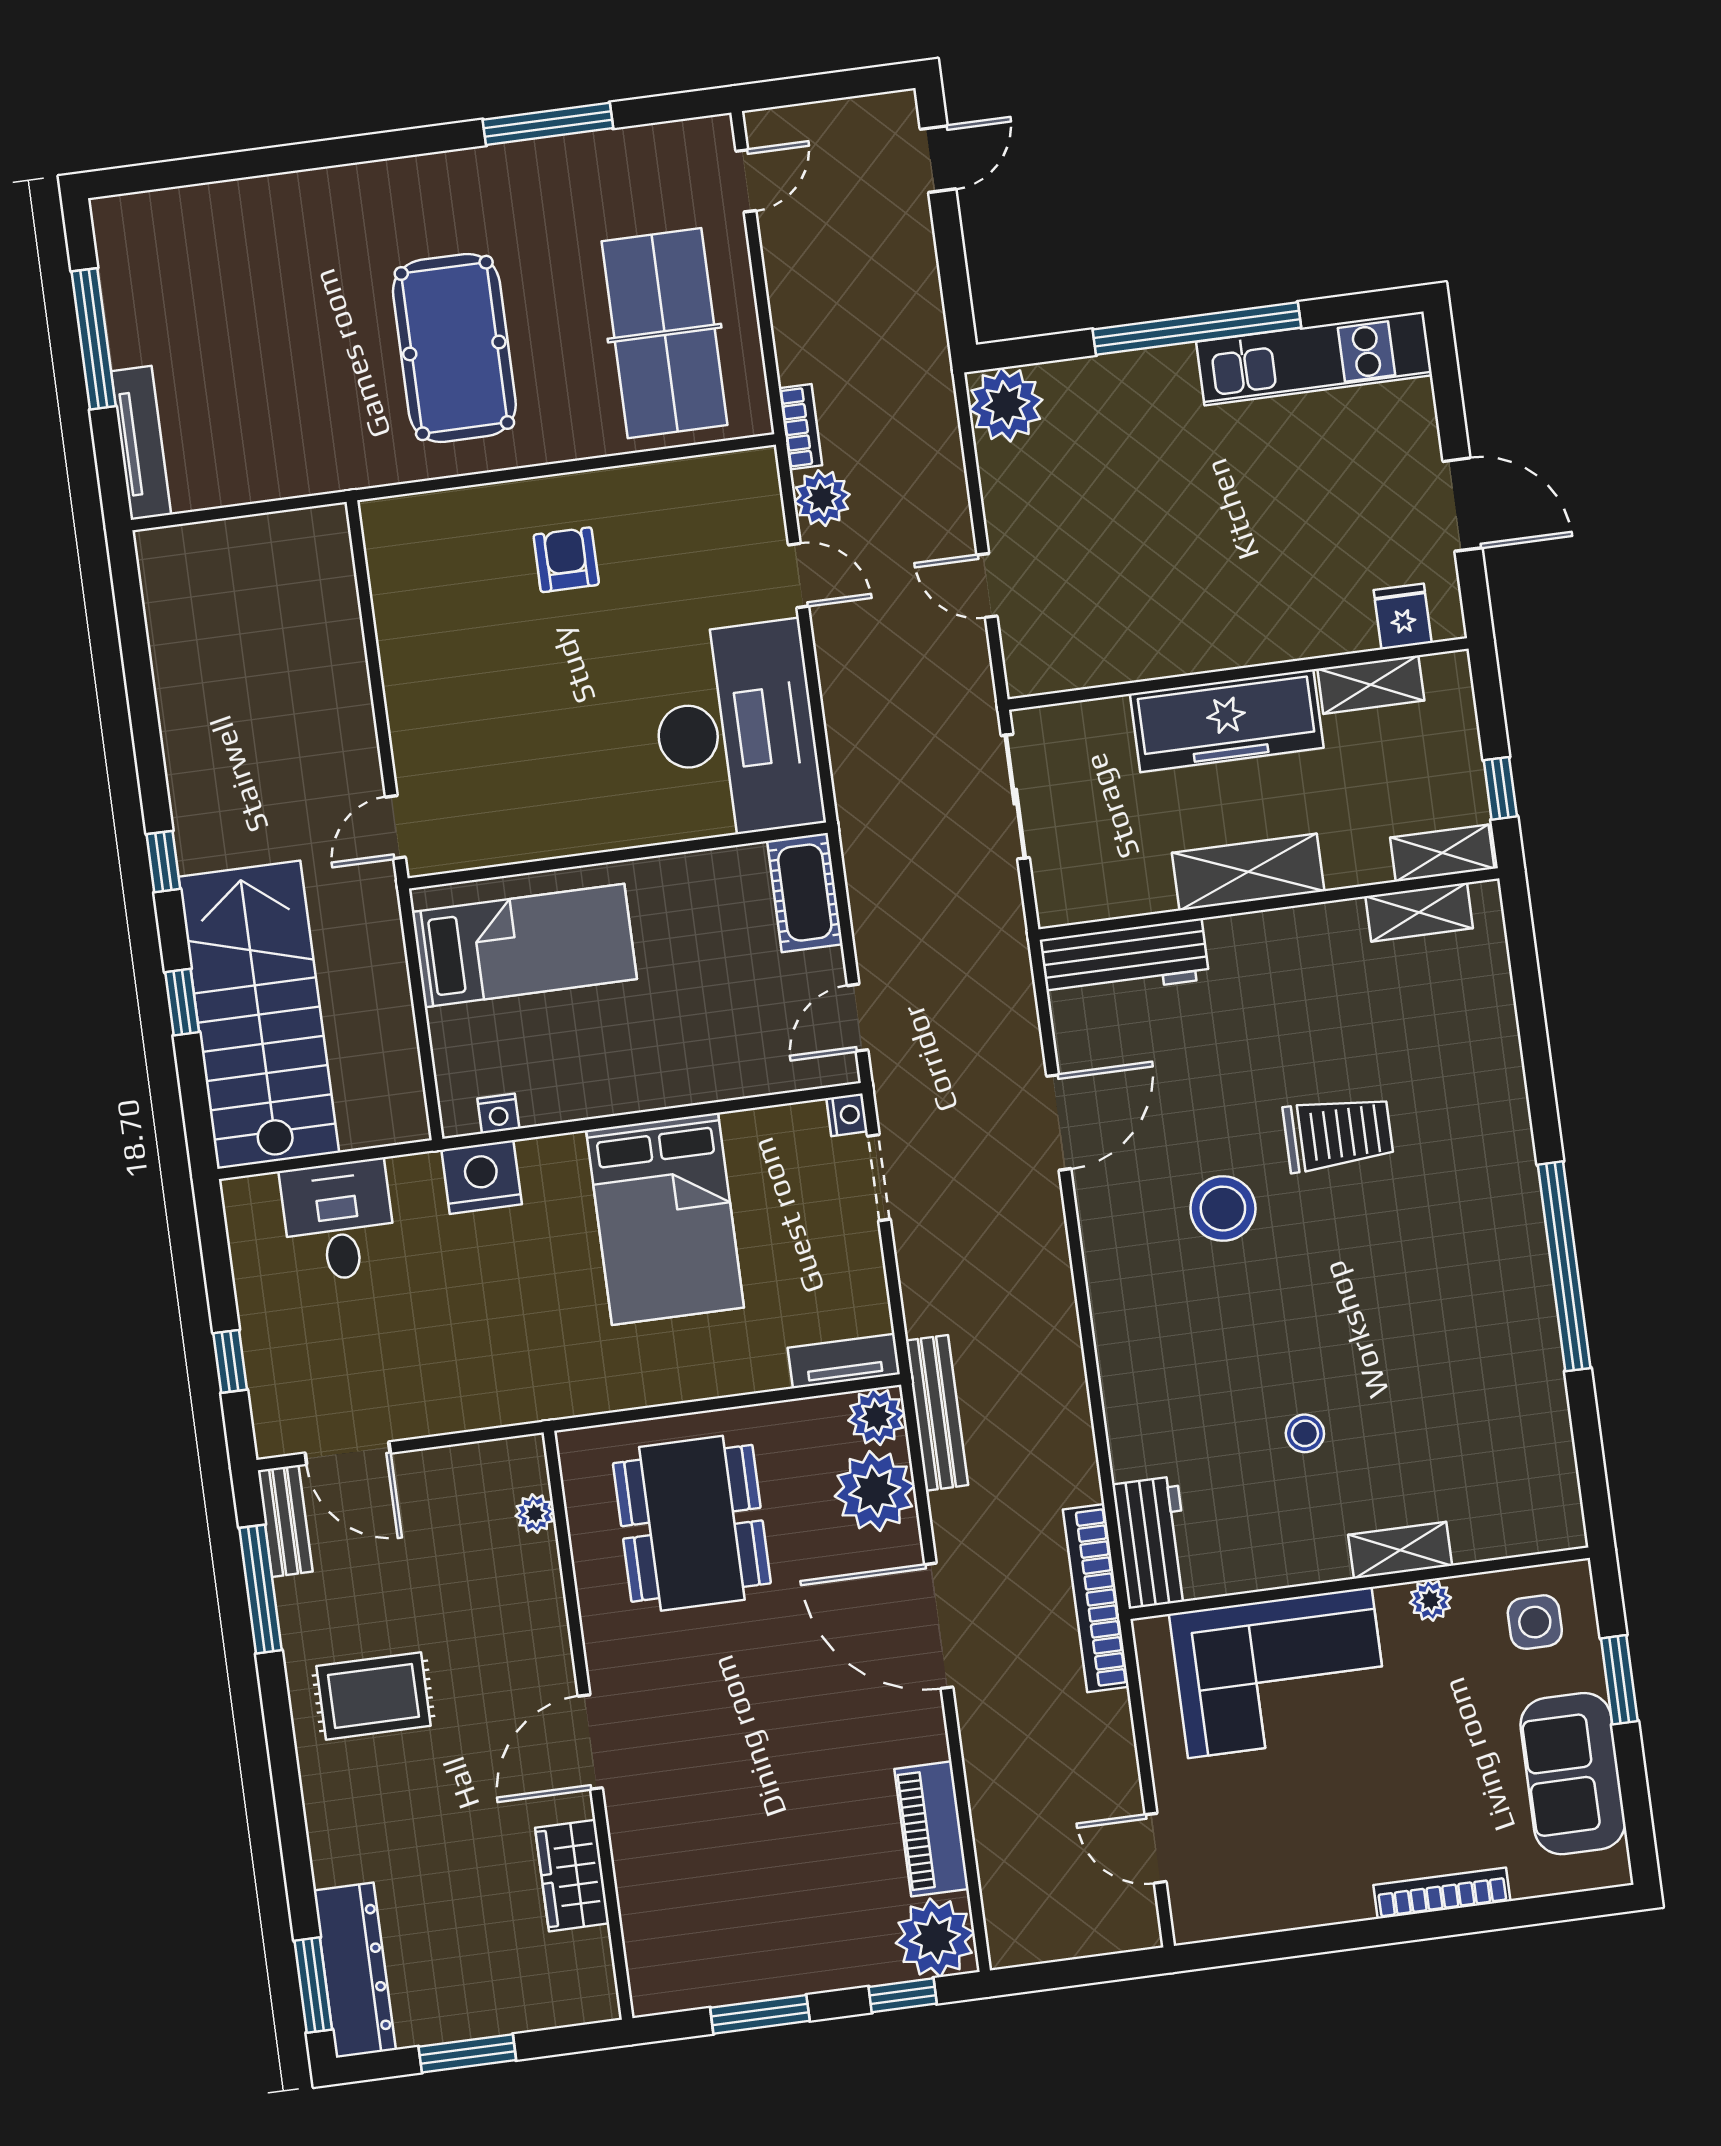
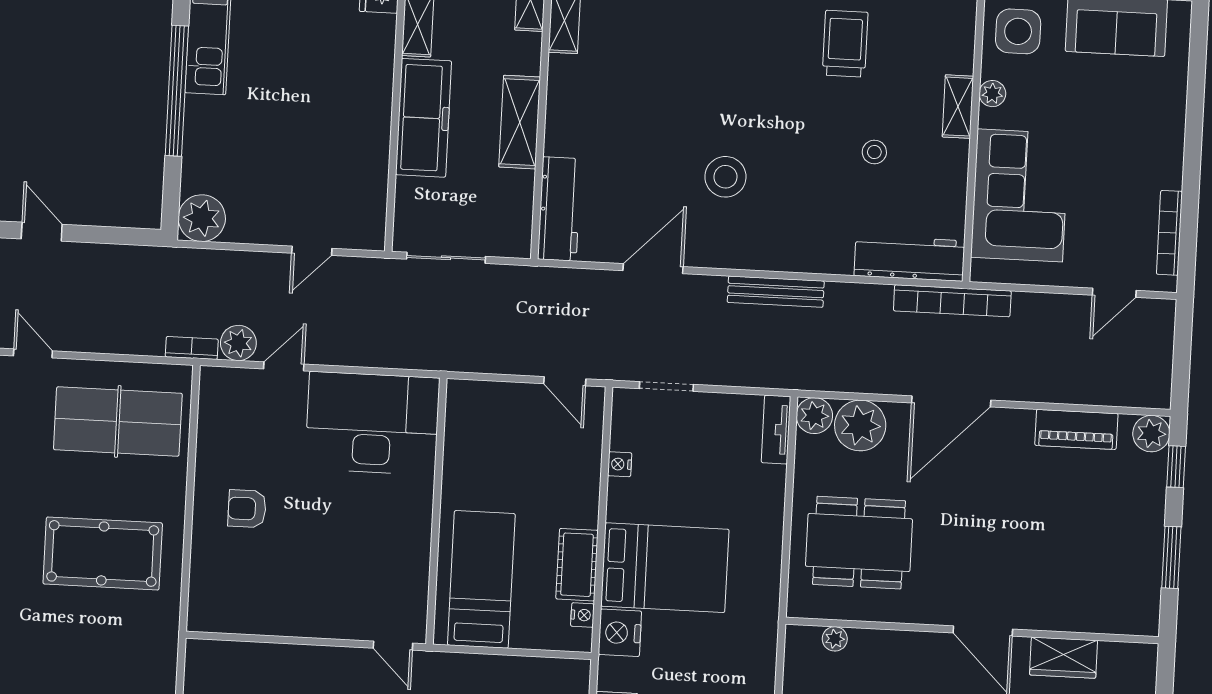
cot: (805, 893) -> (577, 565), moved, turned 90
nightstand: (847, 1115) -> (620, 464), moved, turned -90
door: (1059, 1122) -> (653, 269), hinge flipped
trolley: (1338, 1133) -> (845, 44), moved
bed: (665, 1219) -> (665, 568), moved
bench: (937, 1413) -> (776, 292), moved
workbench: (1153, 1542) -> (909, 258), width x1.38
side table: (1535, 1622) -> (1018, 31), width x1.37, depth x1.37
bookcase: (1442, 1893) -> (1169, 233), moved
plant: (935, 1938) -> (1151, 434), width x0.73, depth x0.73

